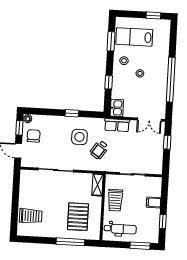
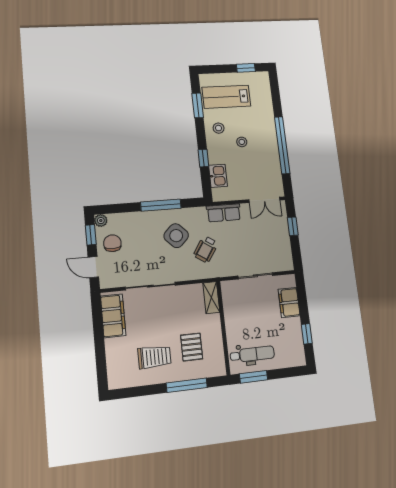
kitchen sink: (117, 108) -> (218, 176), moved
window: (72, 113) -> (161, 205), width x2.17
side table: (79, 137) -> (176, 236), turned 45
filing cabinet: (27, 186) -> (113, 316), added
trolley: (115, 200) -> (239, 315), removed
filing cabinet: (154, 202) -> (289, 303), width x2.00
trolley: (31, 216) -> (154, 357), moved
pallet: (78, 217) -> (192, 347), width x0.67, depth x0.71
window: (140, 246) -> (254, 377), moved

